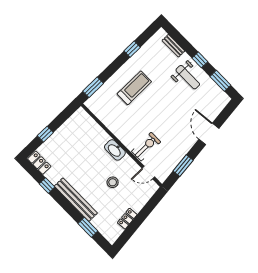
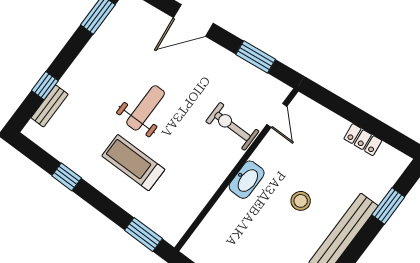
window: (200, 60) -> (45, 86), moved
weight bench: (188, 77) -> (146, 108), moved
stool: (113, 182) -> (301, 201), moved

